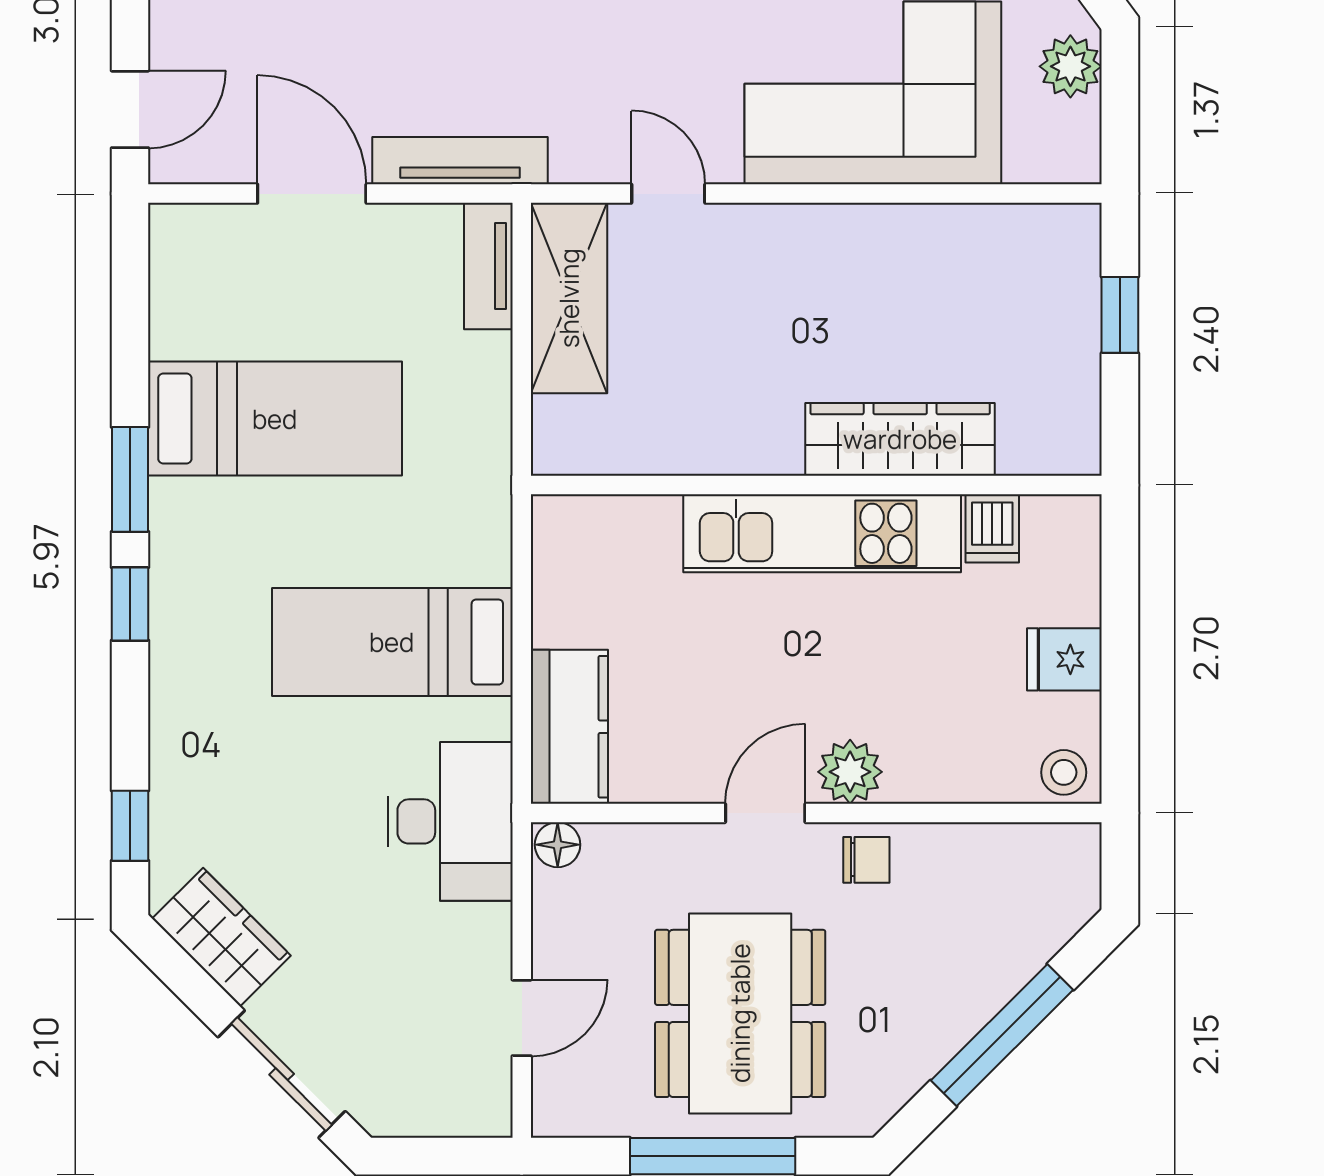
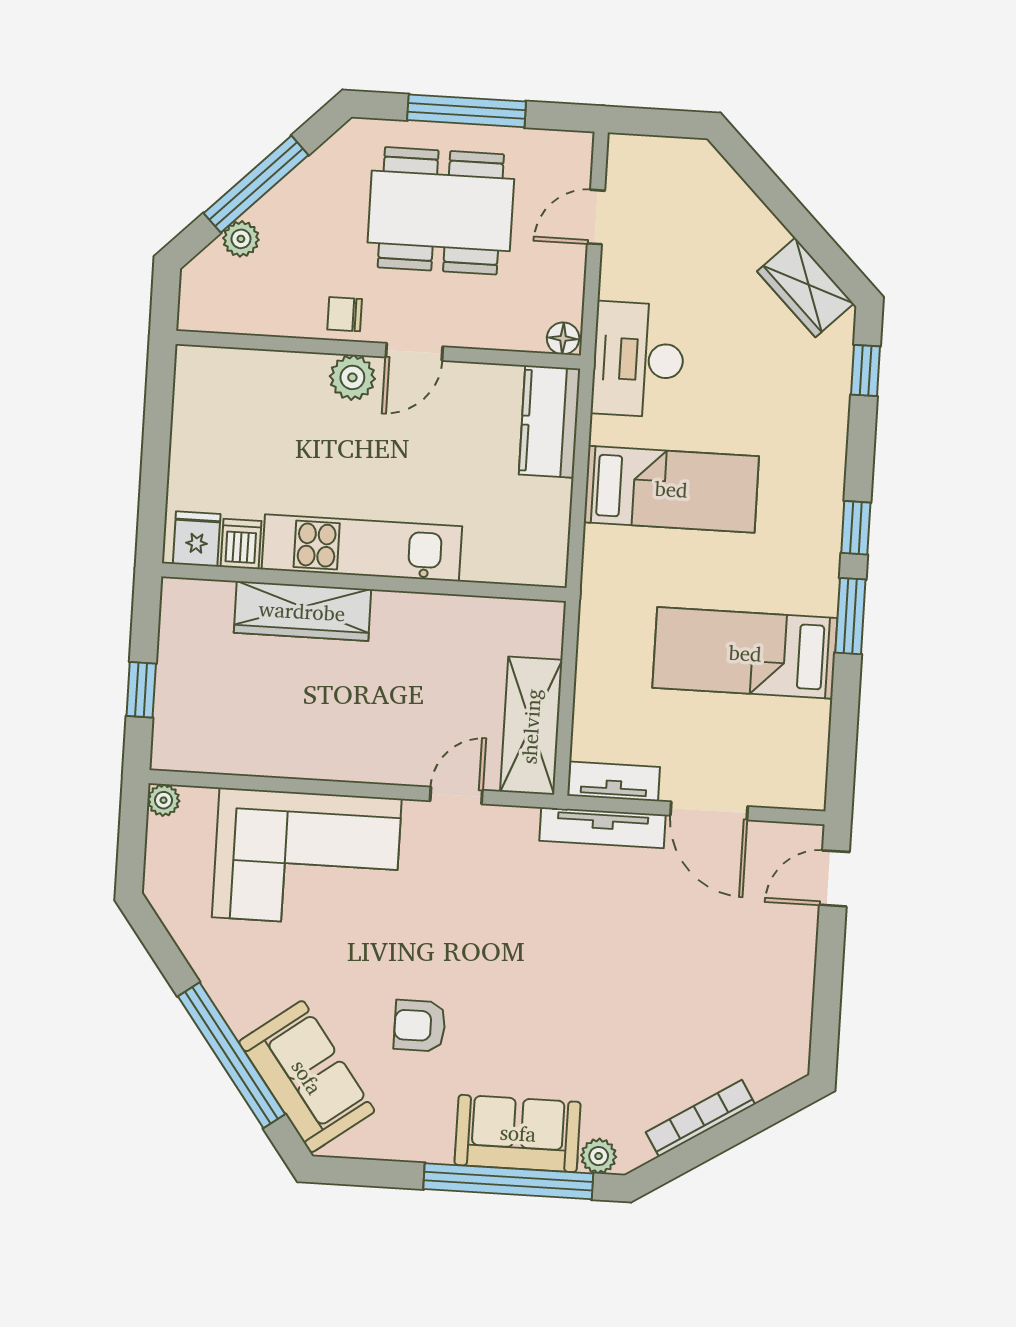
plant: (1070, 66) -> (164, 800), moved, width x0.73, depth x0.73
door: (668, 194) -> (456, 795), swing flipped
tv unit: (488, 266) -> (614, 781), moved, turned -90
fridge: (1064, 659) -> (197, 539), moved, turned -90
stool: (1064, 772) -> (201, 368), removed
plant: (1018, 957) -> (241, 239), added
dining table: (740, 1013) -> (441, 211), turned 90
sliding door: (282, 1074) -> (769, 188), removed

